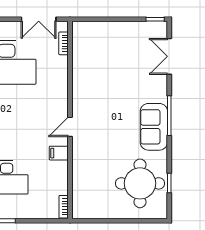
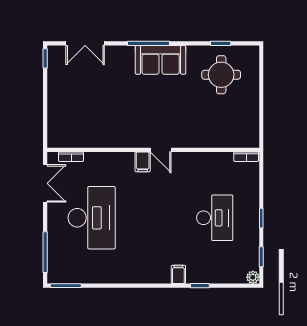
filing cabinet: (59, 153) -> (143, 162), moved
round table: (140, 183) -> (221, 75), width x0.73, depth x0.73

